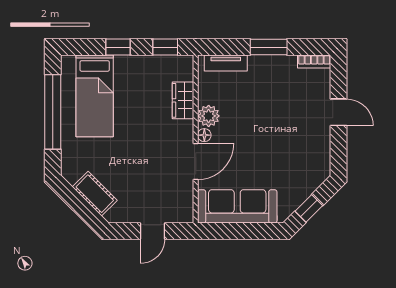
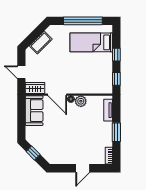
wardrobe: (183, 100) -> (35, 88), moved
sofa: (237, 206) -> (34, 111), width x0.73

